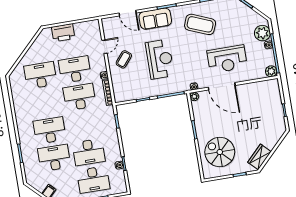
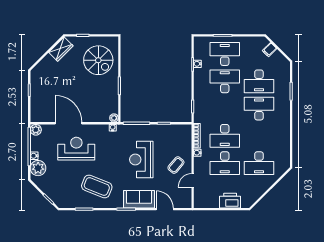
door: (222, 86) -> (69, 123), moved
desk: (50, 130) -> (259, 109), turned 180

